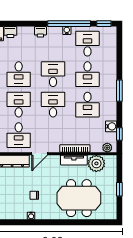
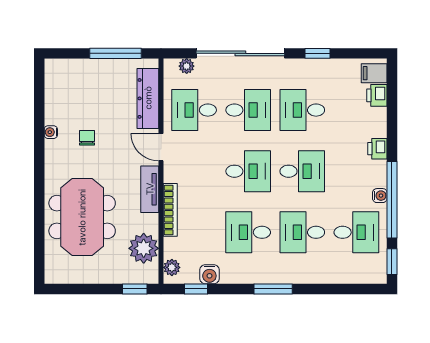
tv unit: (74, 160) -> (150, 189), moved
window: (119, 189) -> (135, 289), moved

